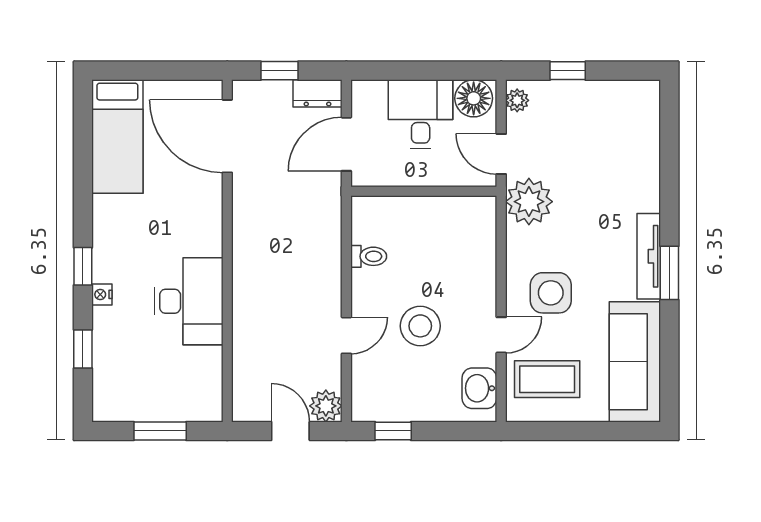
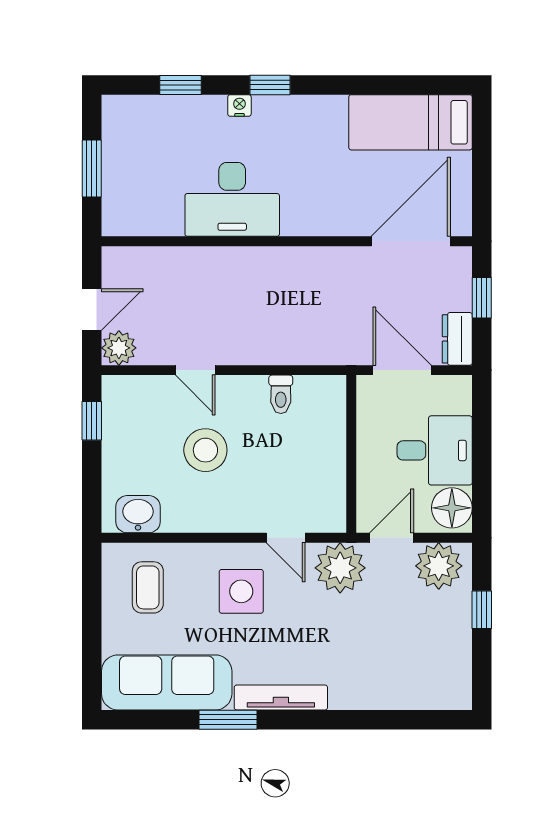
plant: (517, 100) -> (439, 566), width x1.88, depth x1.88
window: (669, 273) -> (228, 720), moved
door: (501, 335) -> (286, 538), moved
coffee table: (547, 379) -> (148, 587), width x0.73, depth x0.77

